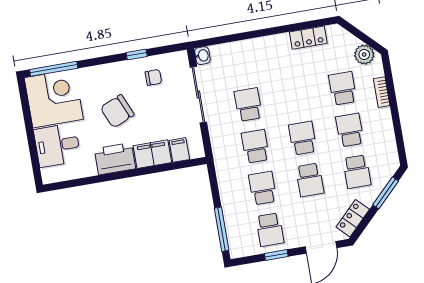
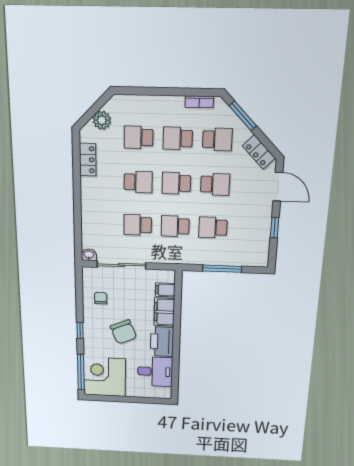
window: (137, 54) -> (80, 330), moved
plant: (364, 55) -> (102, 120), moved
bookcase: (382, 92) -> (199, 102), moved
desk: (57, 145) -> (155, 372), moved, turned -90
window: (222, 229) -> (222, 269), moved
school desk: (270, 230) -> (138, 182), moved

